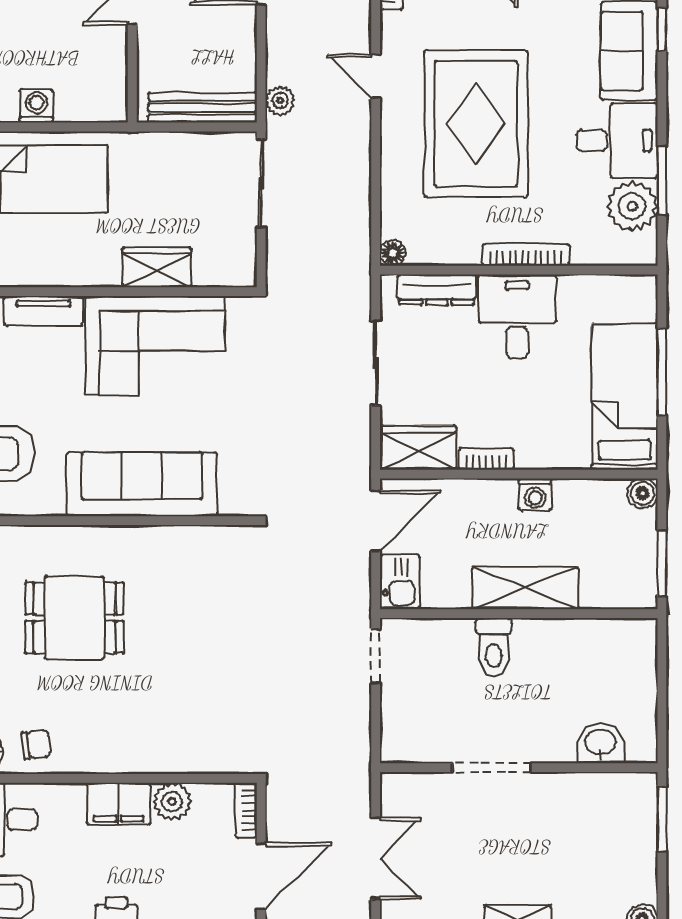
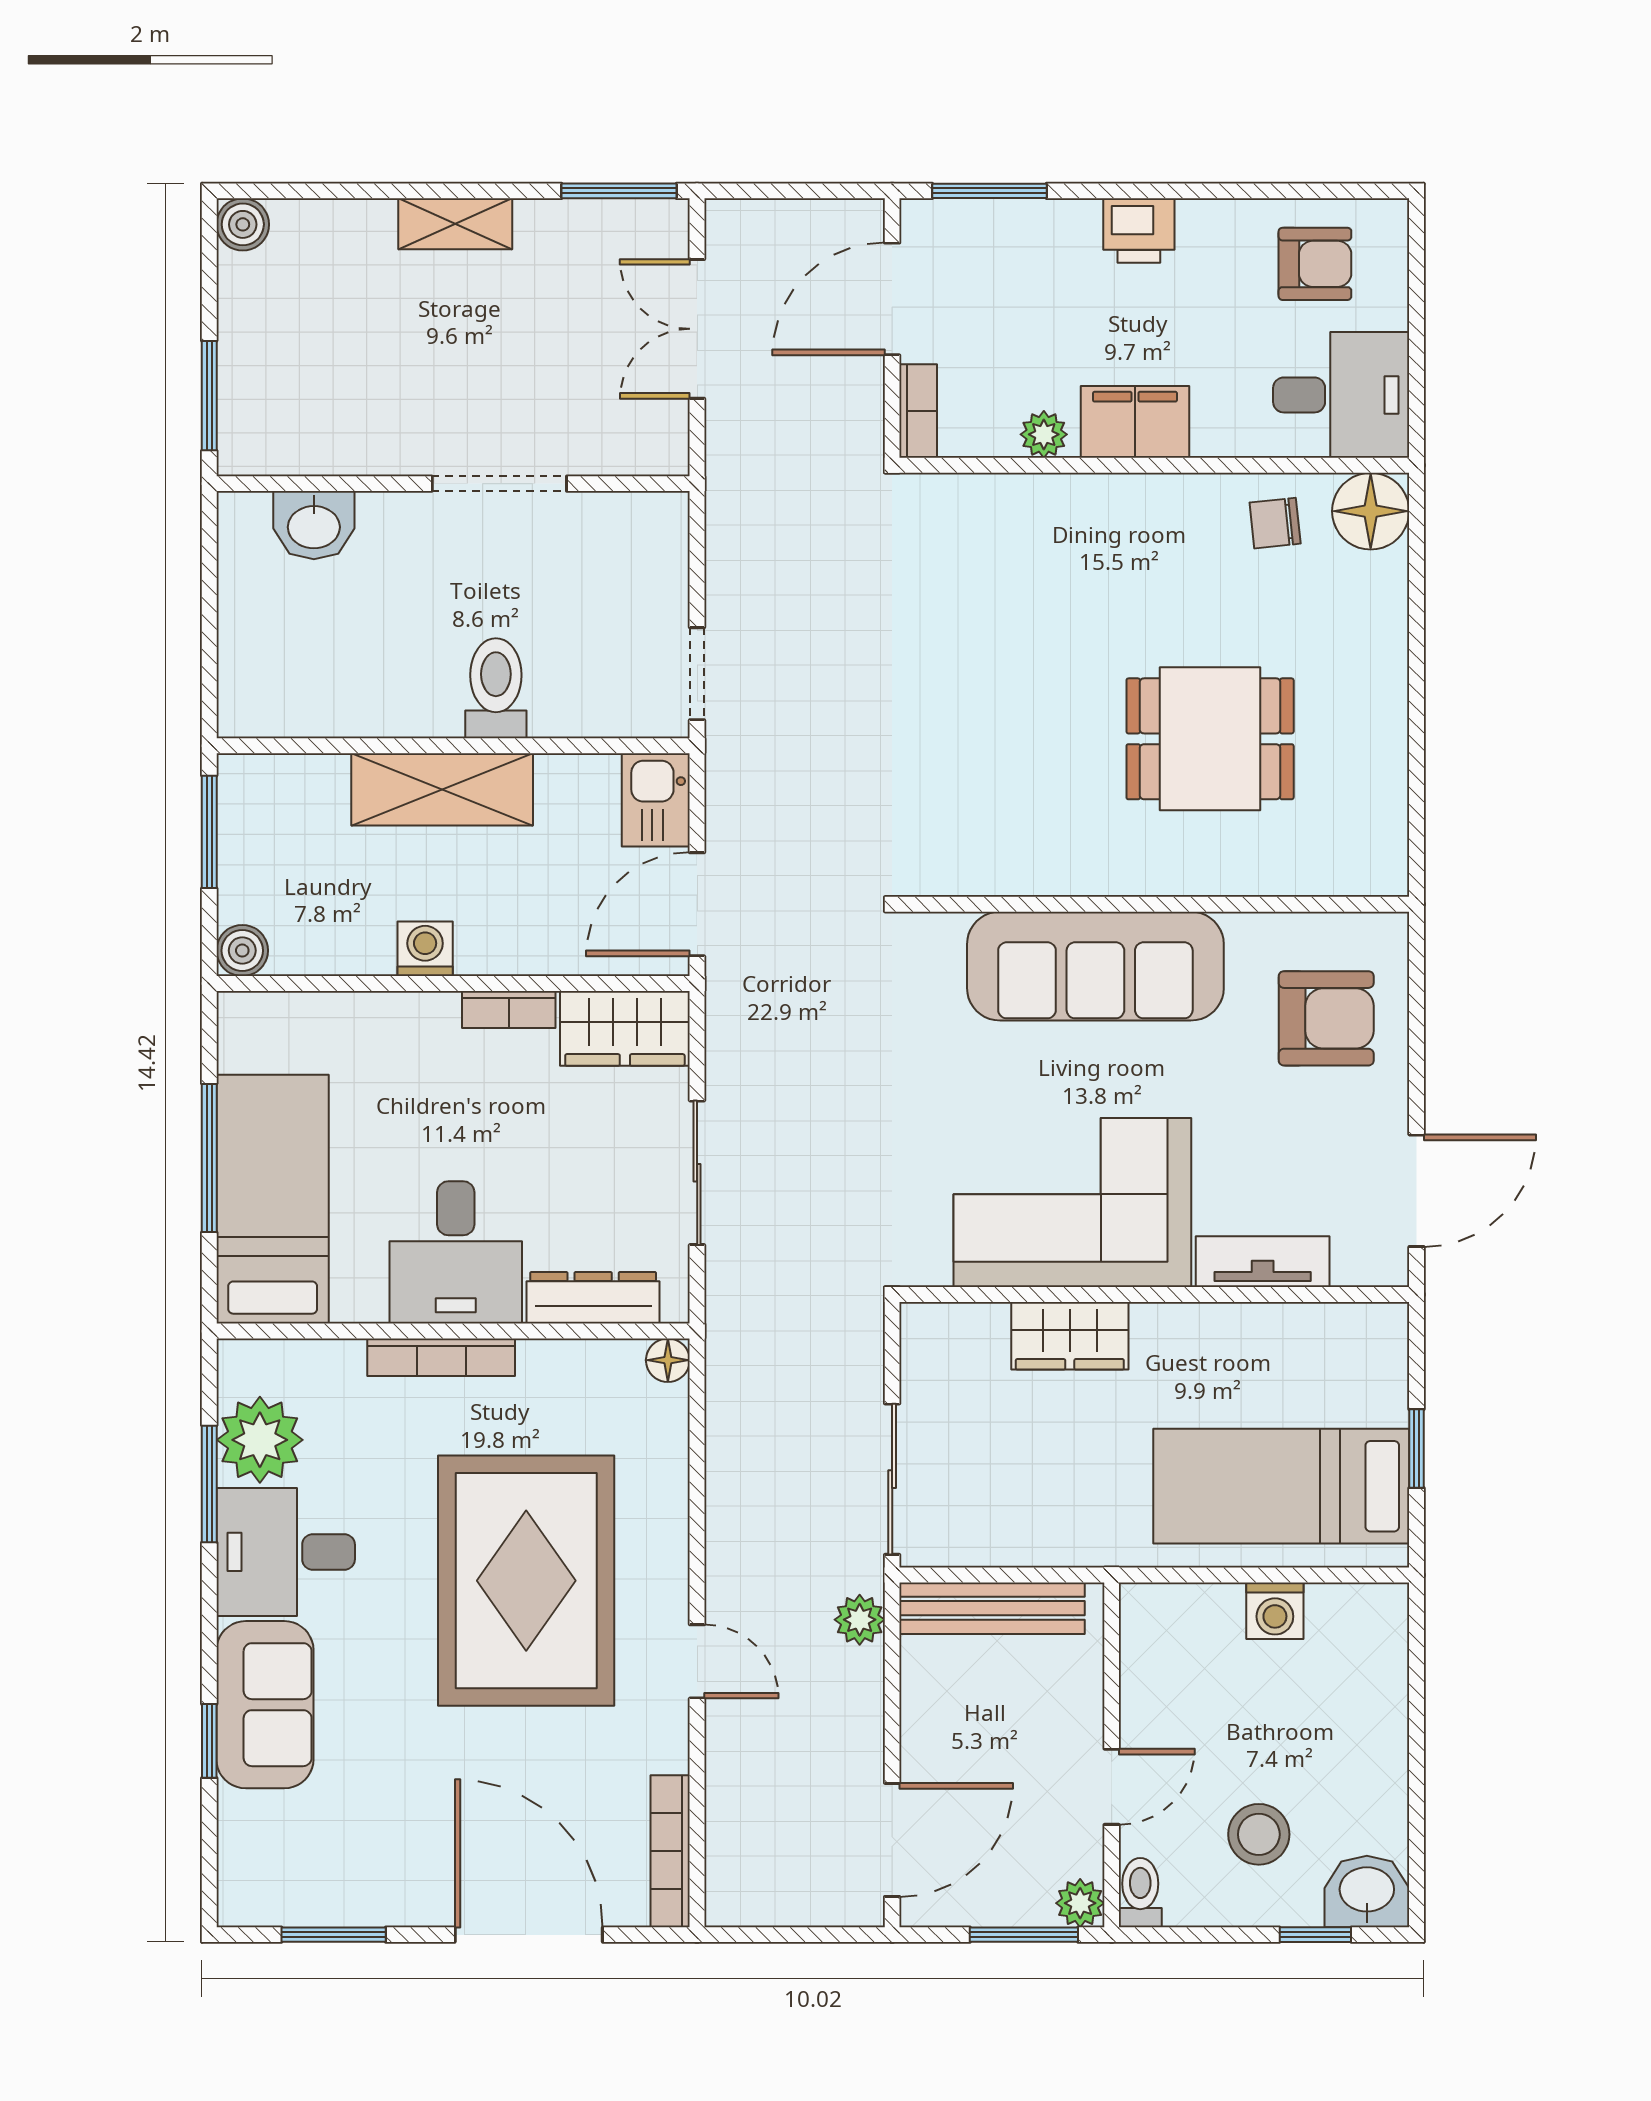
bed: (625, 397) -> (273, 1199), moved, turned 180
plant: (172, 802) -> (1044, 434), width x0.73, depth x0.73

